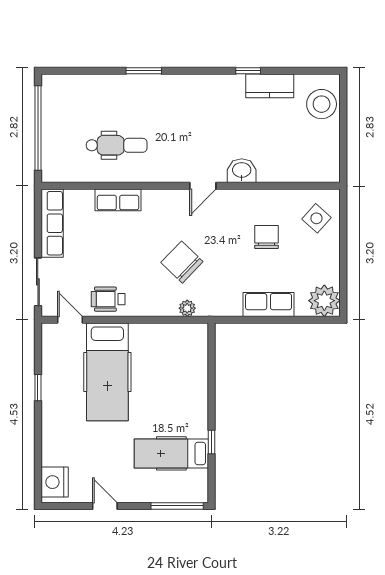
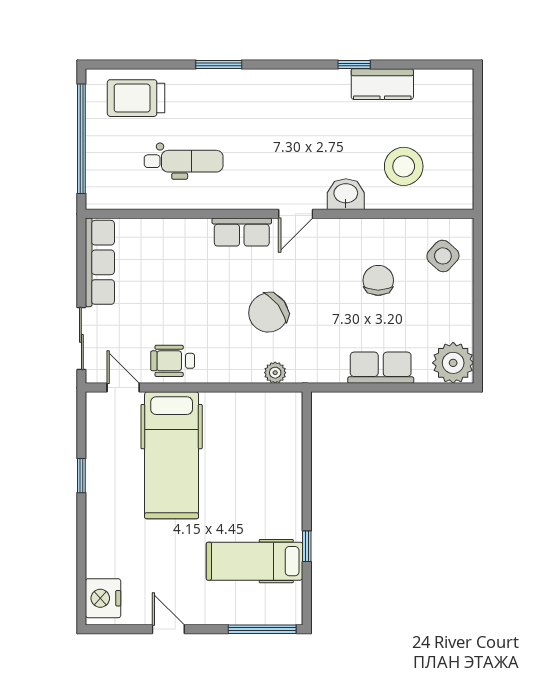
trolley: (80, 97) -> (136, 98), added
stool: (322, 104) -> (404, 166), moved
row of seats: (118, 200) -> (242, 232), moved
chair: (182, 262) -> (268, 313), turned -81

